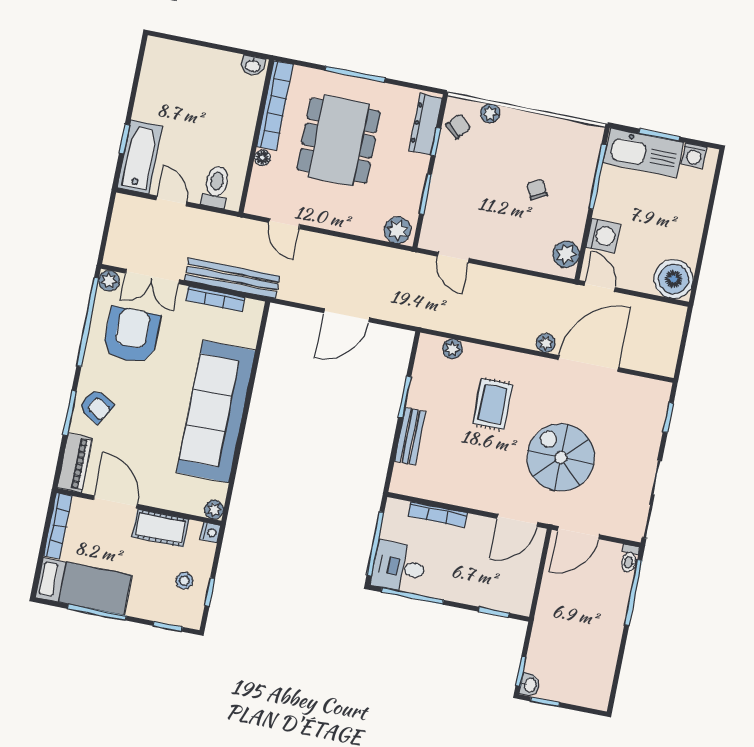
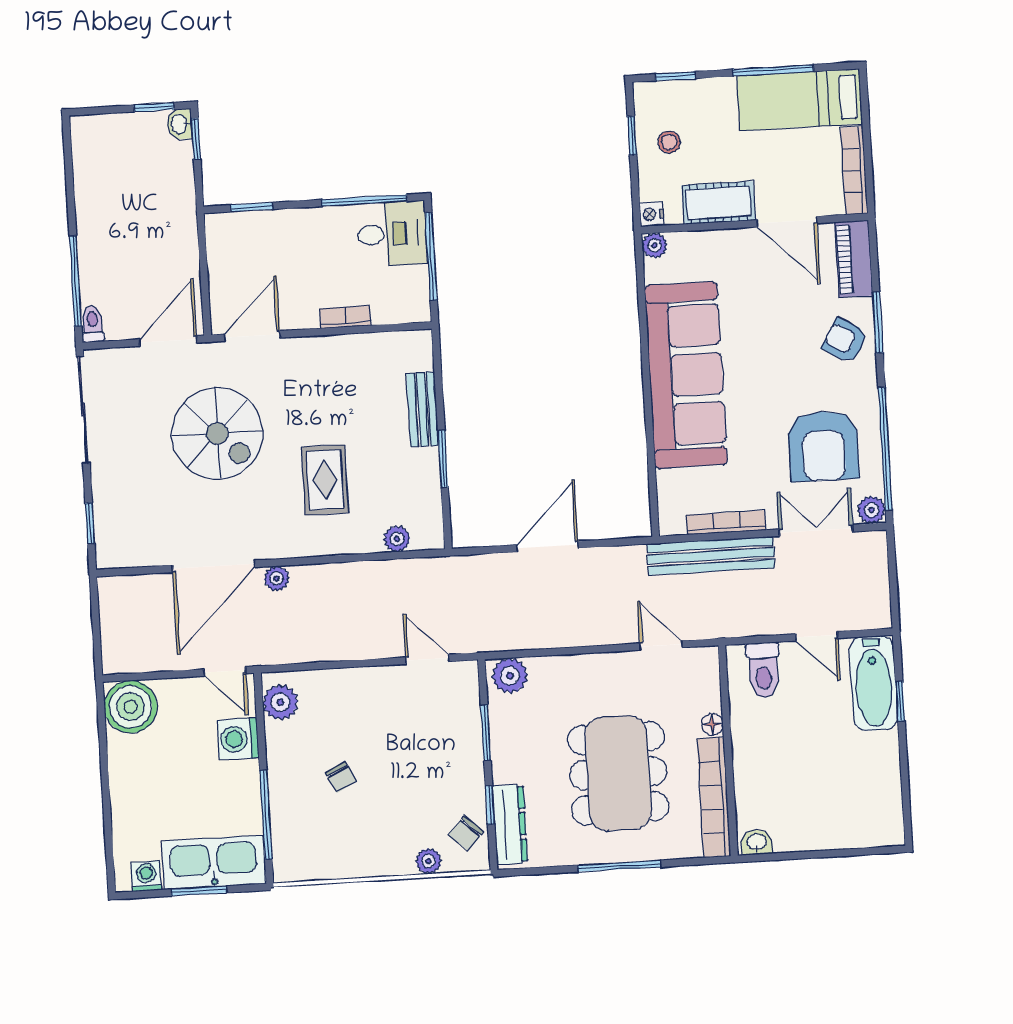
bookcase: (438, 514) -> (345, 317), width x0.64

